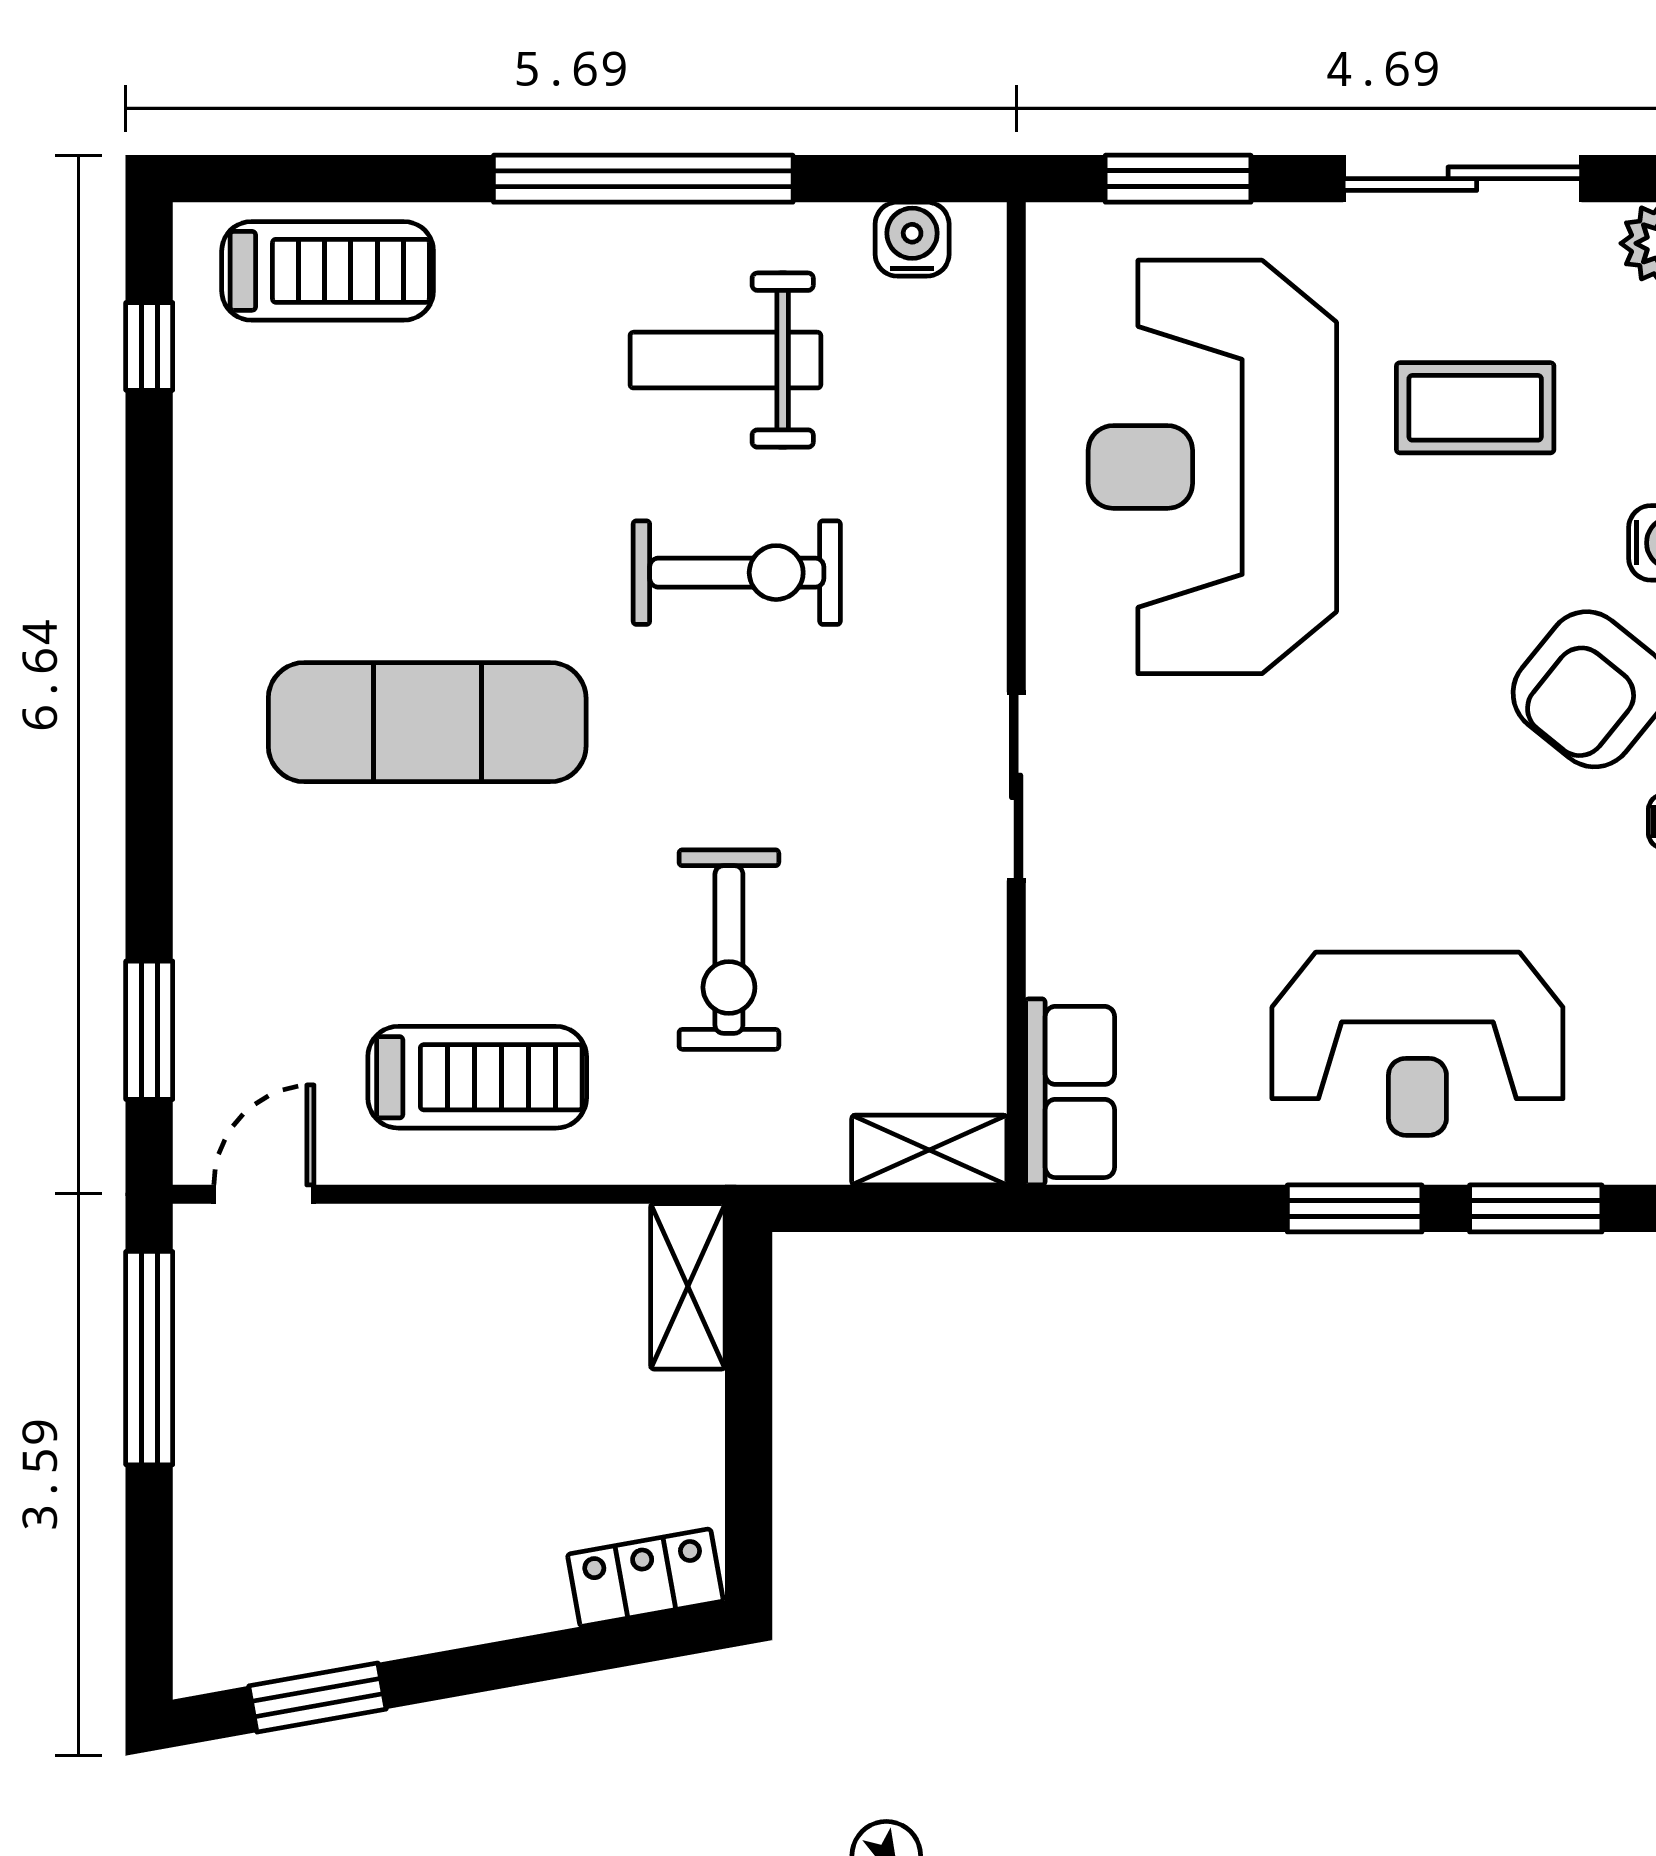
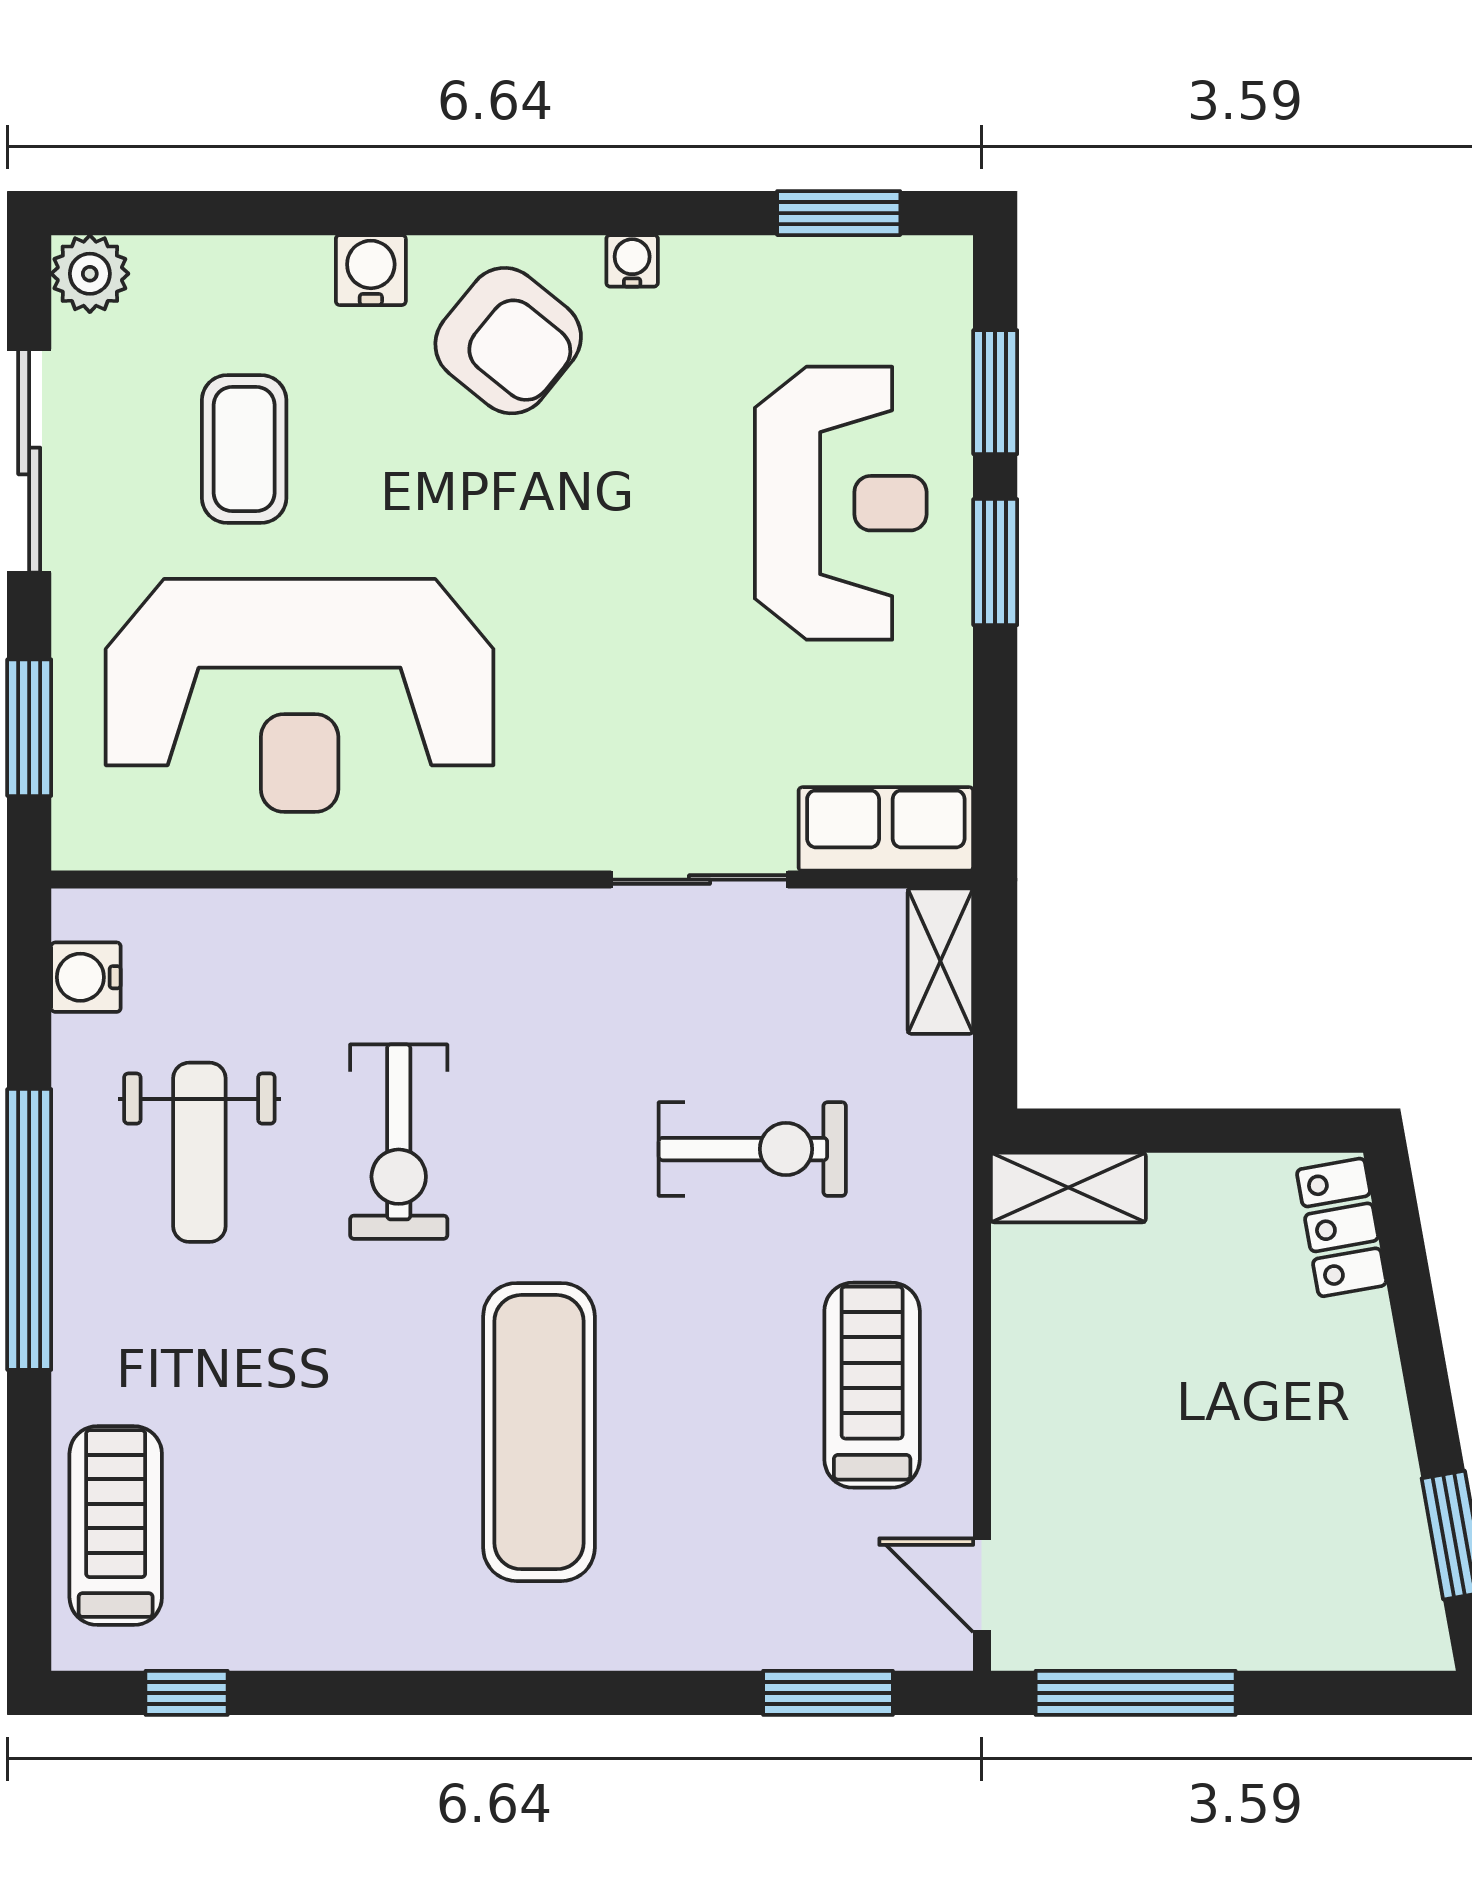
exercise bike: (737, 573) -> (399, 1142), turned 180
sliding door: (1016, 786) -> (700, 880), moved

